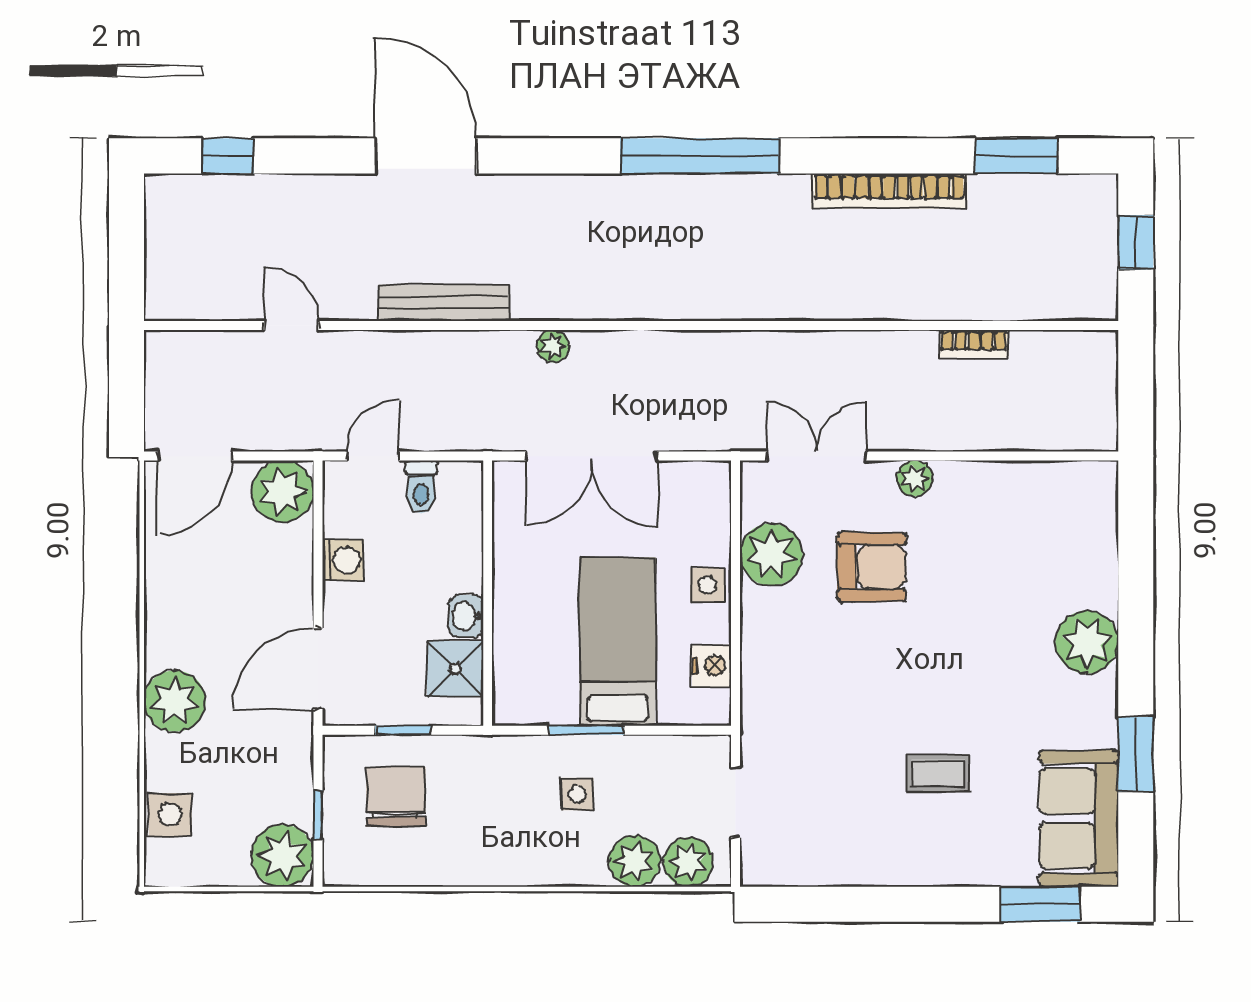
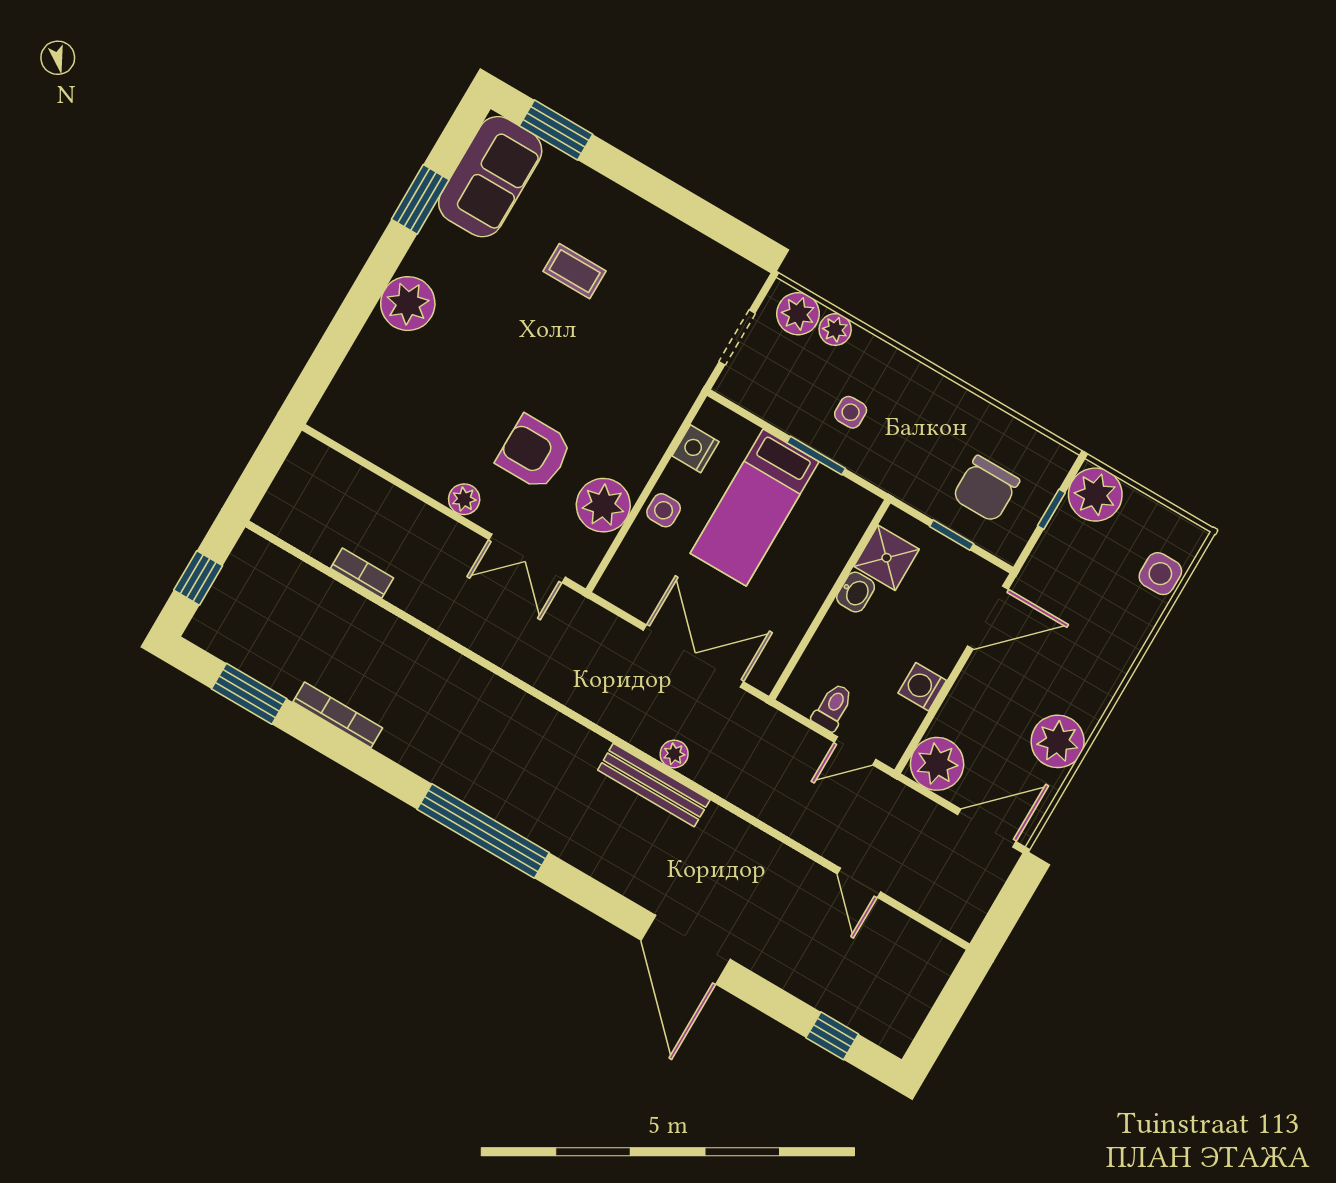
bookcase: (889, 191) -> (338, 715), width x0.68, depth x0.76
bench: (444, 303) -> (654, 785), moved
plant: (175, 701) -> (1058, 741), moved
plant: (635, 861) -> (835, 330), width x0.73, depth x0.73

